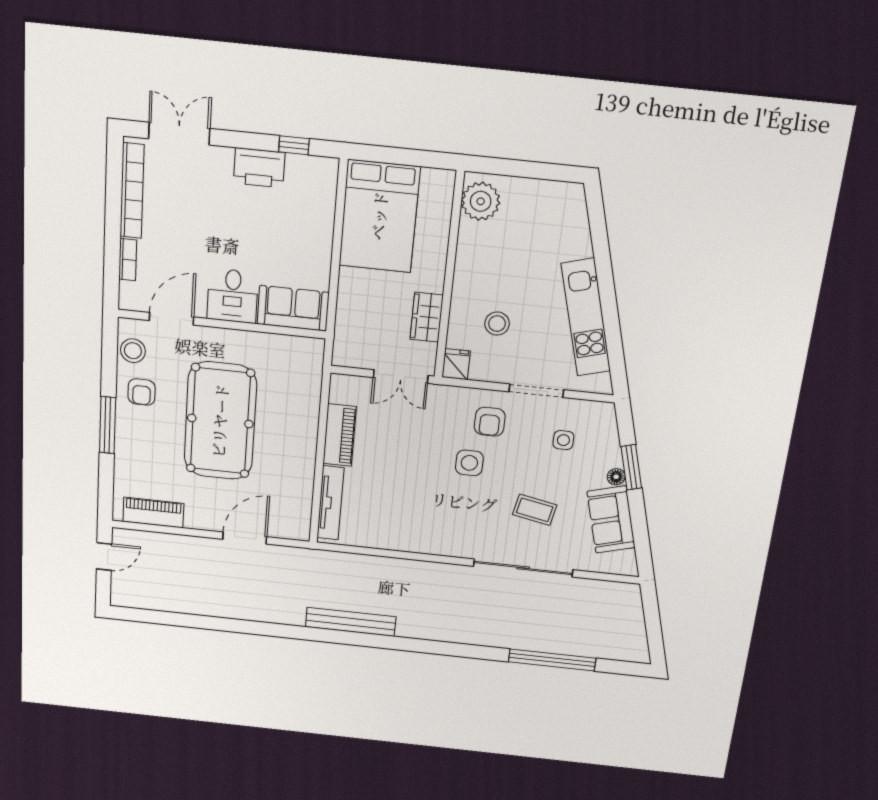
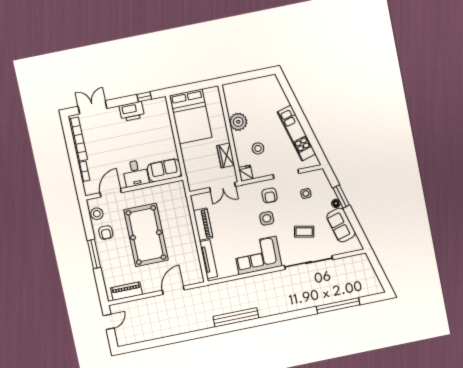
plant: (481, 201) -> (238, 122), moved
corner sofa: (428, 525) -> (257, 255), added

